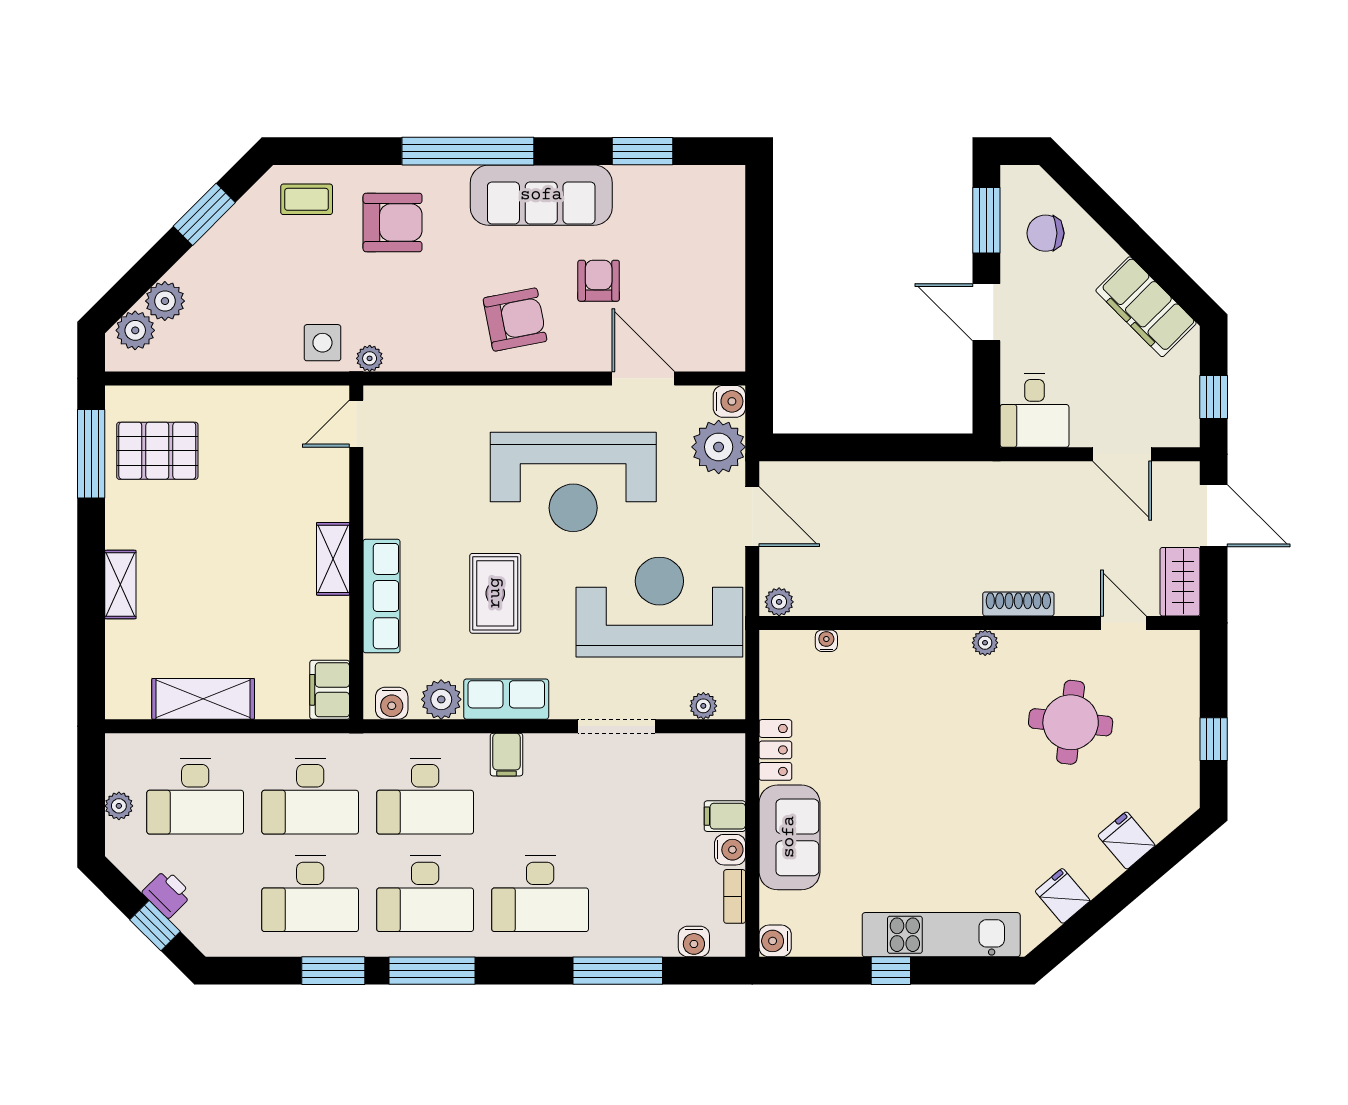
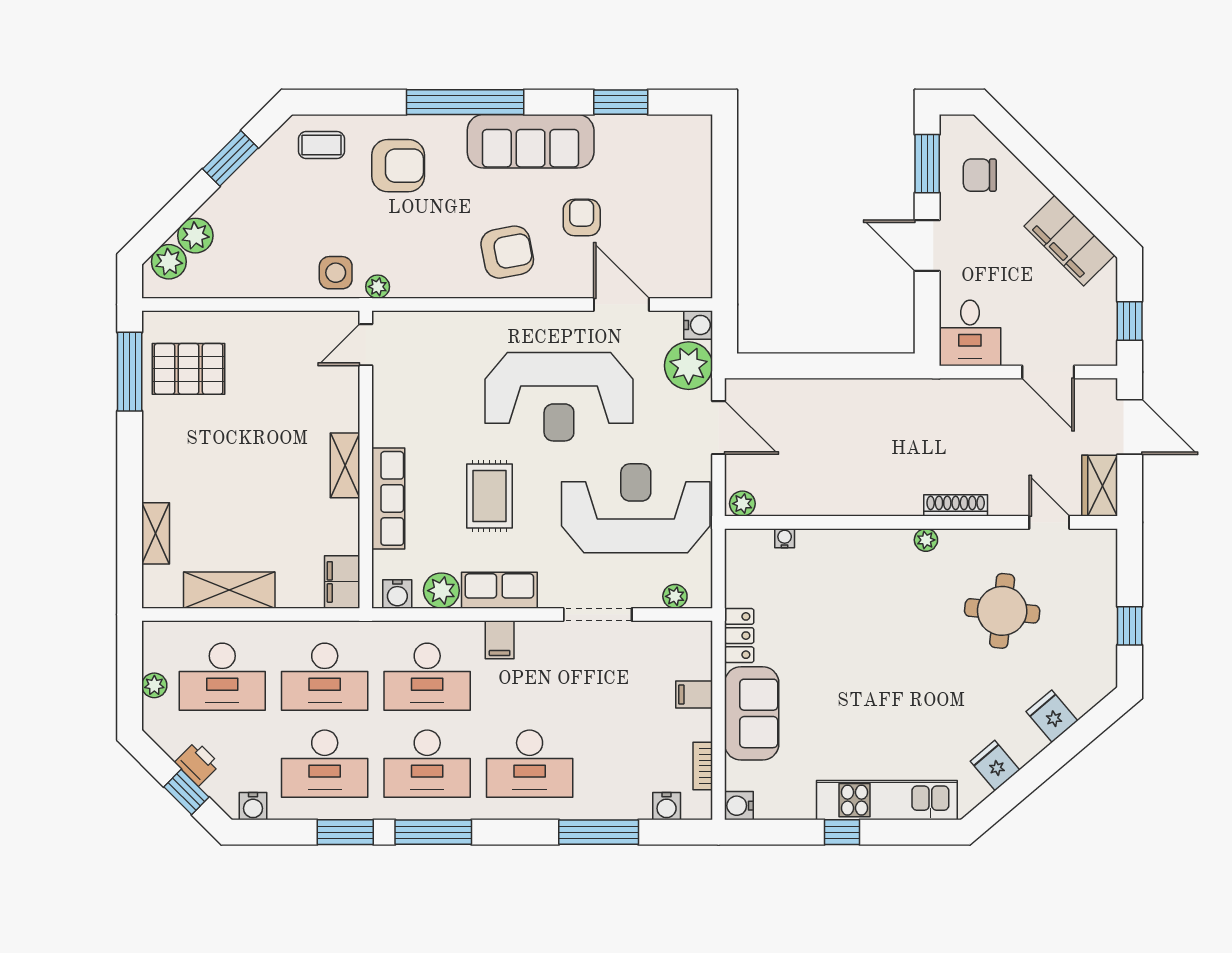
shelving: (120, 585) -> (156, 533), moved
water cooler: (730, 850) -> (253, 806), moved, turned 90

